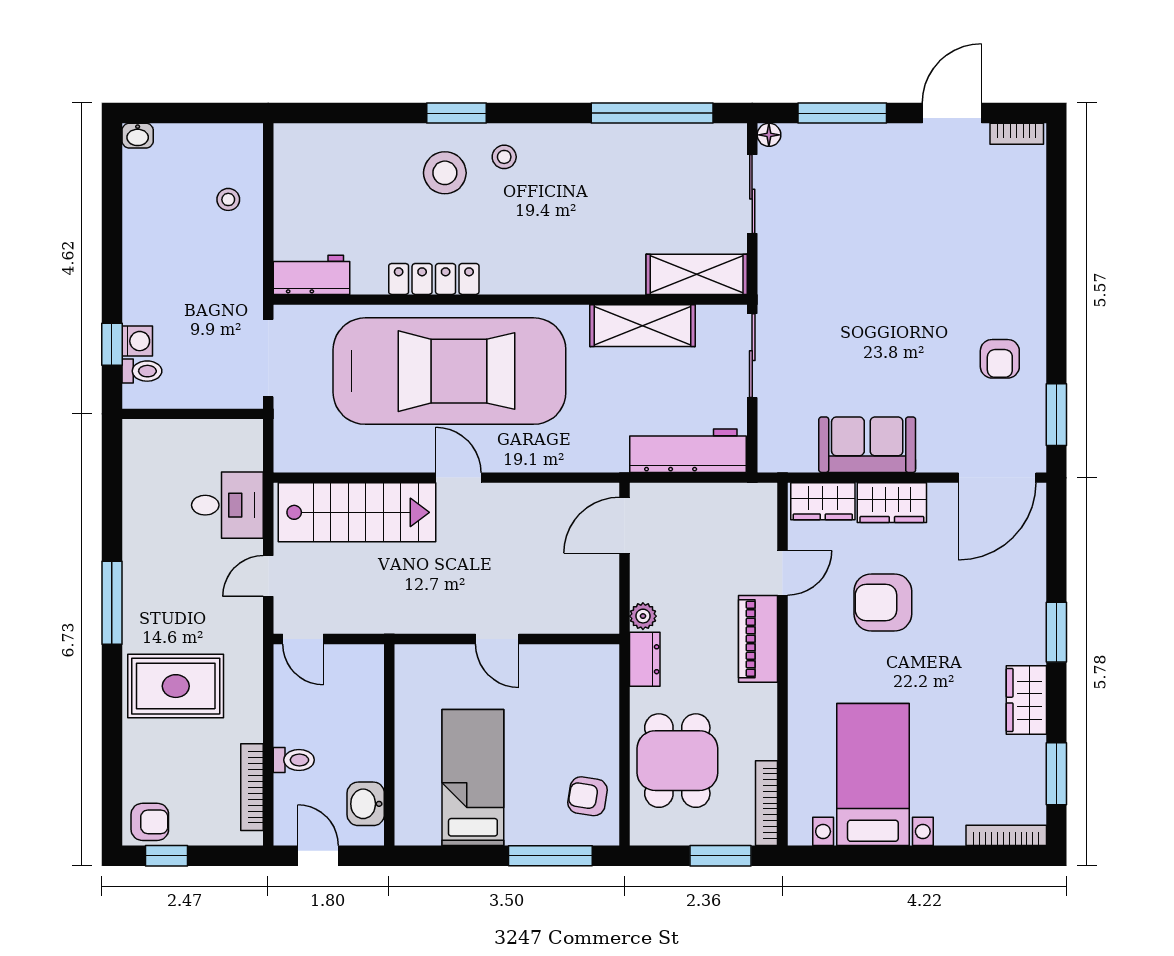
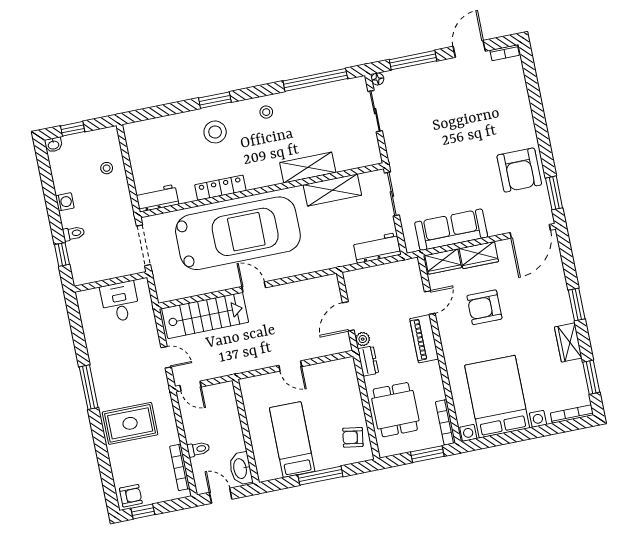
window: (180, 113) -> (73, 129), added
stool: (504, 157) -> (266, 112), moved
shelving: (697, 274) -> (308, 168), moved
washing machine: (137, 341) -> (65, 202), moved
armchair: (1000, 359) -> (519, 170), width x1.88, depth x1.88
toilet: (142, 371) -> (74, 233), moved
sofa: (867, 445) -> (451, 230), width x1.36
workbench: (688, 451) -> (377, 248), width x0.73
desk: (227, 505) -> (120, 302), moved, turned -90
door: (625, 525) -> (348, 316), moved
door: (268, 576) -> (166, 357), swing flipped
bed with nightstands: (873, 775) -> (497, 397), width x1.36
washbasin: (366, 804) -> (241, 468), width x1.38
window: (550, 856) -> (320, 476), moved

